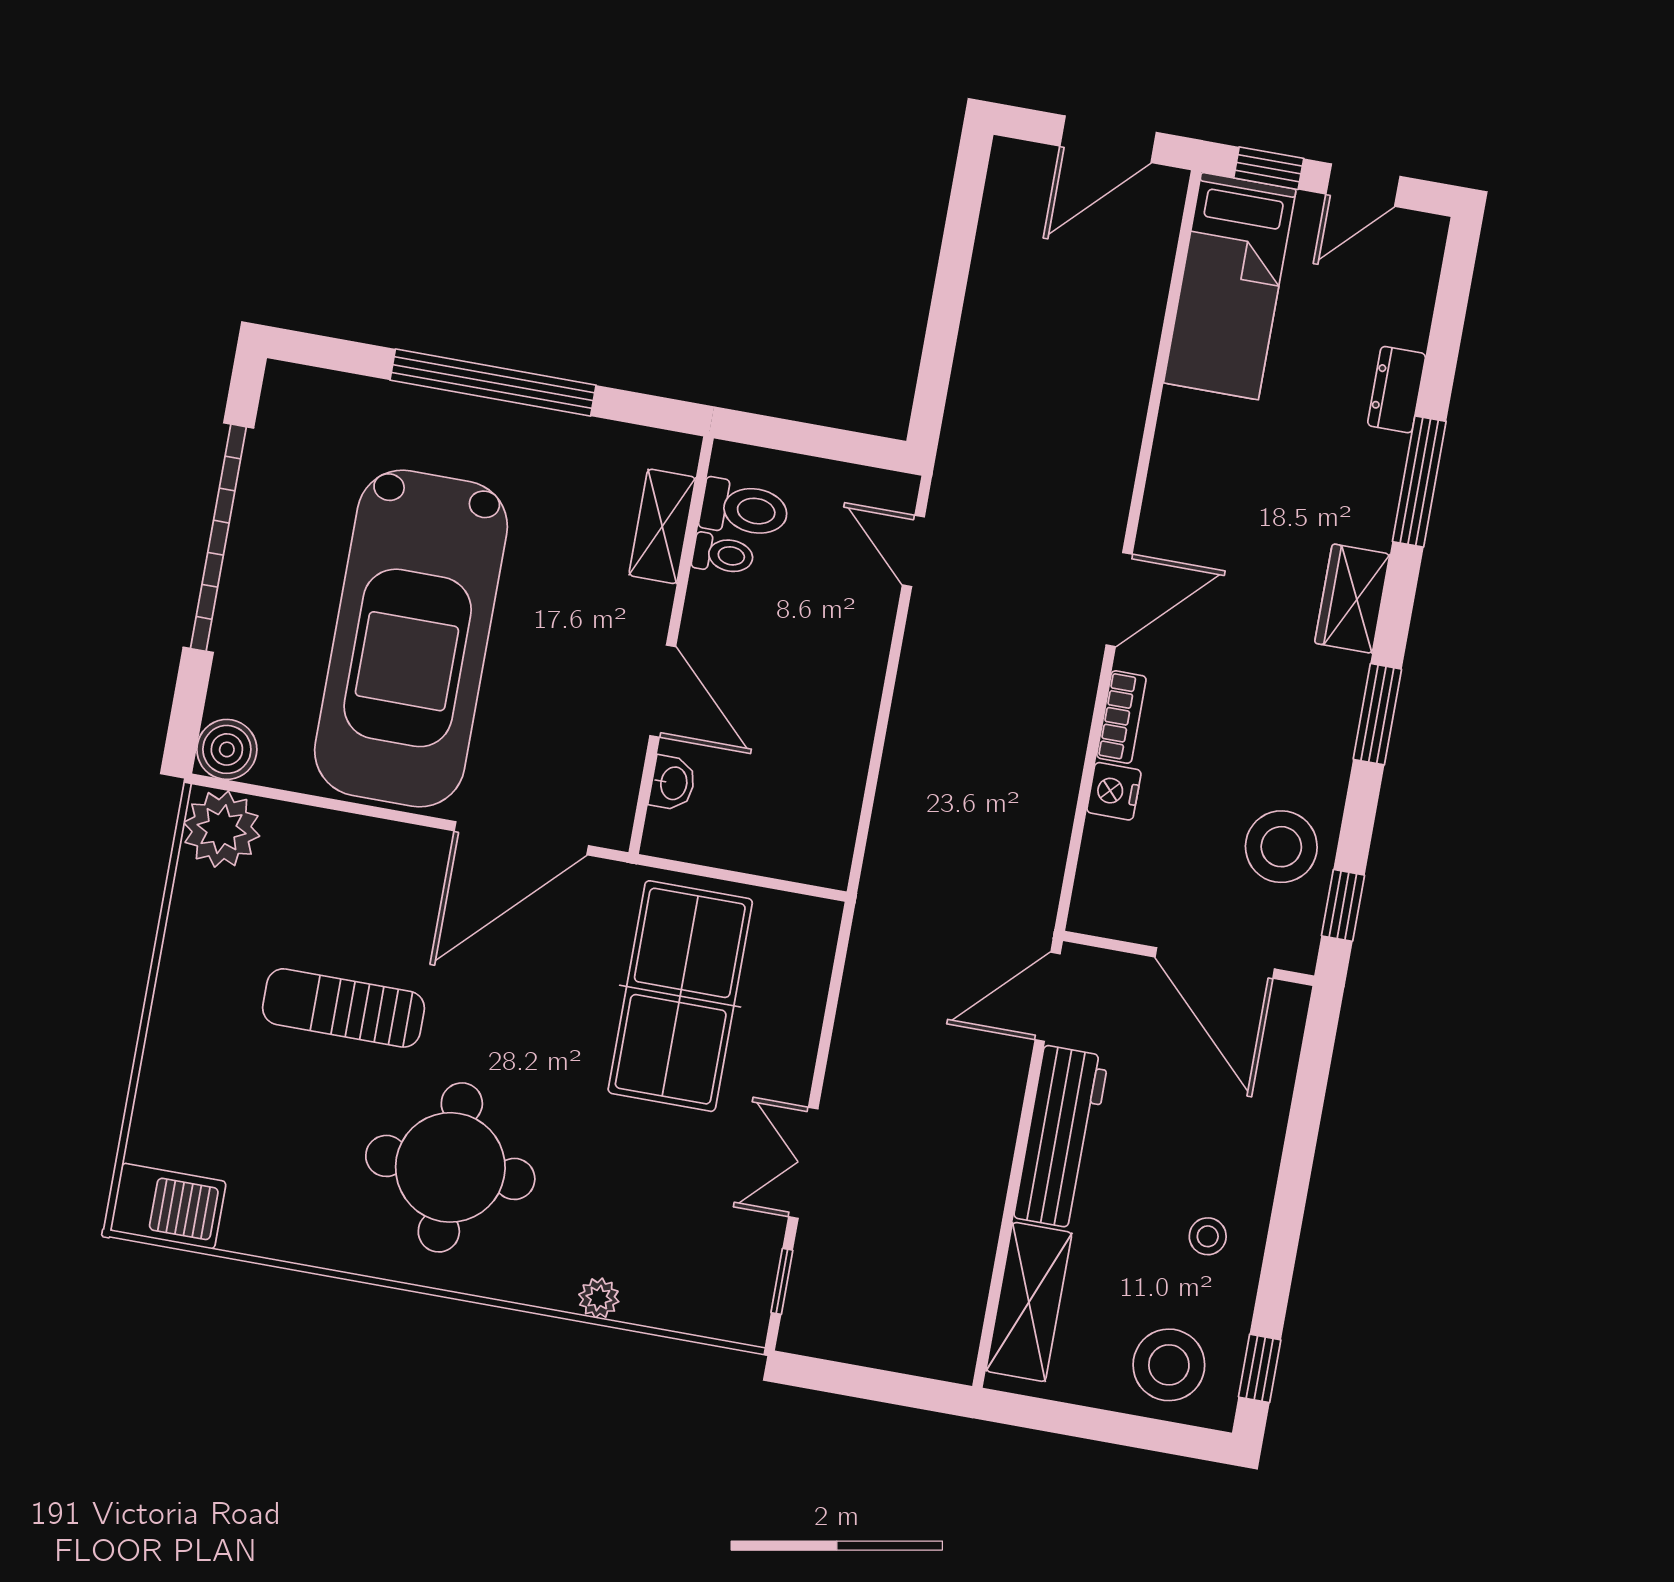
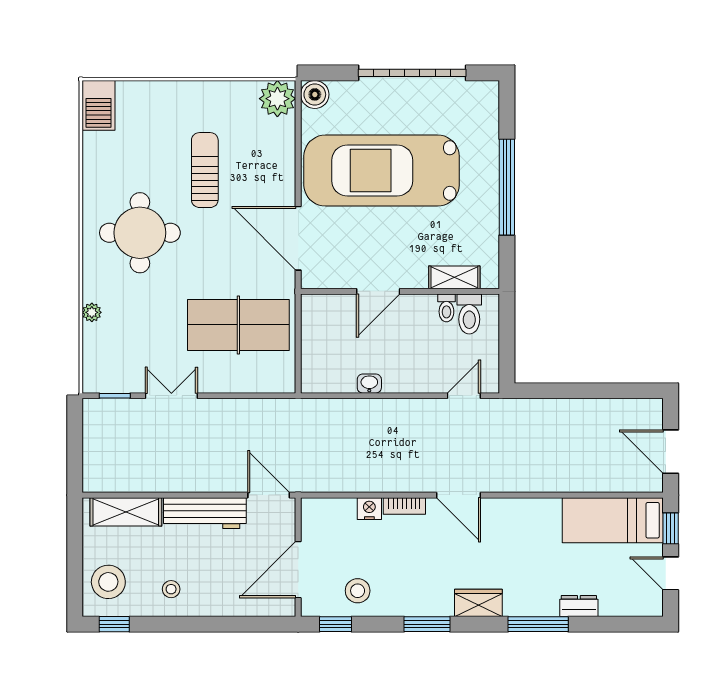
washbasin: (673, 783) -> (369, 384), moved, turned 180
stool: (1281, 847) -> (358, 591), width x0.73, depth x0.73

